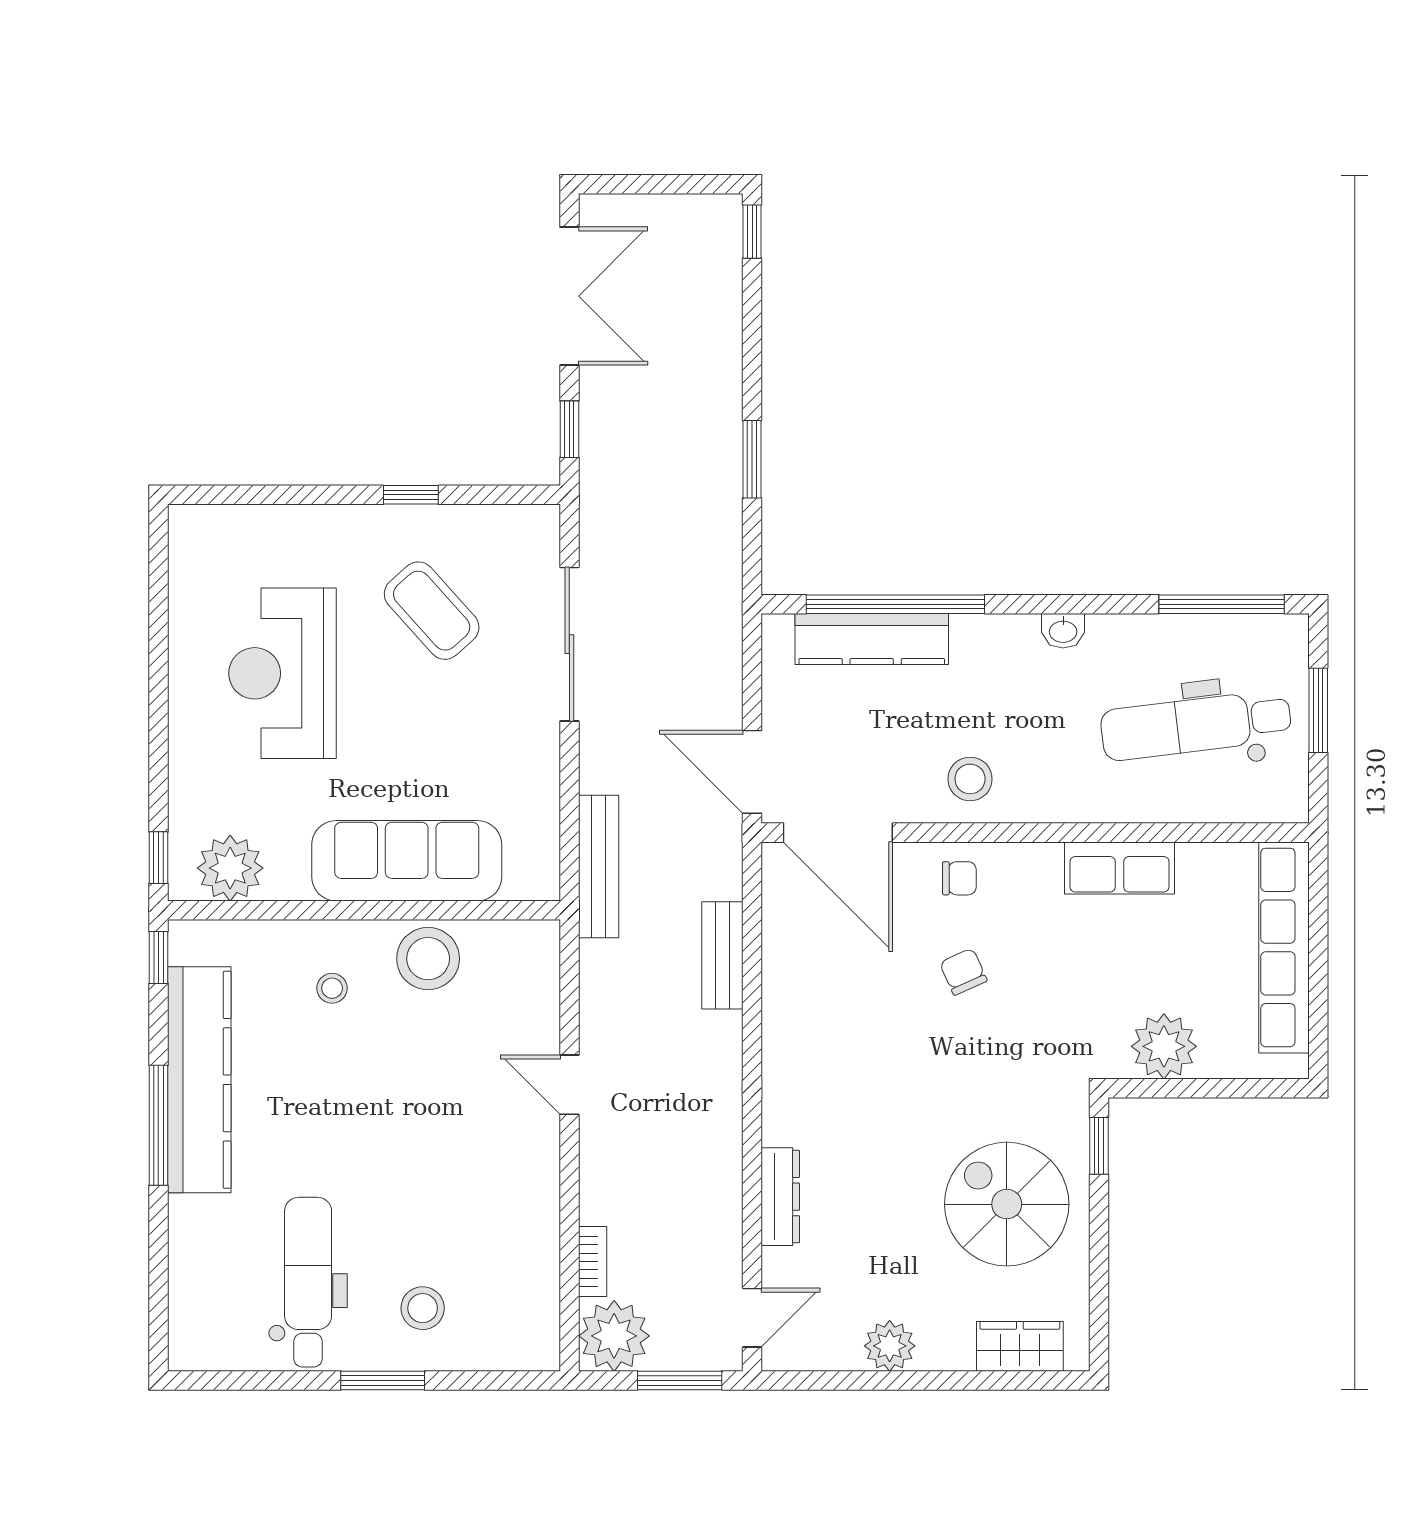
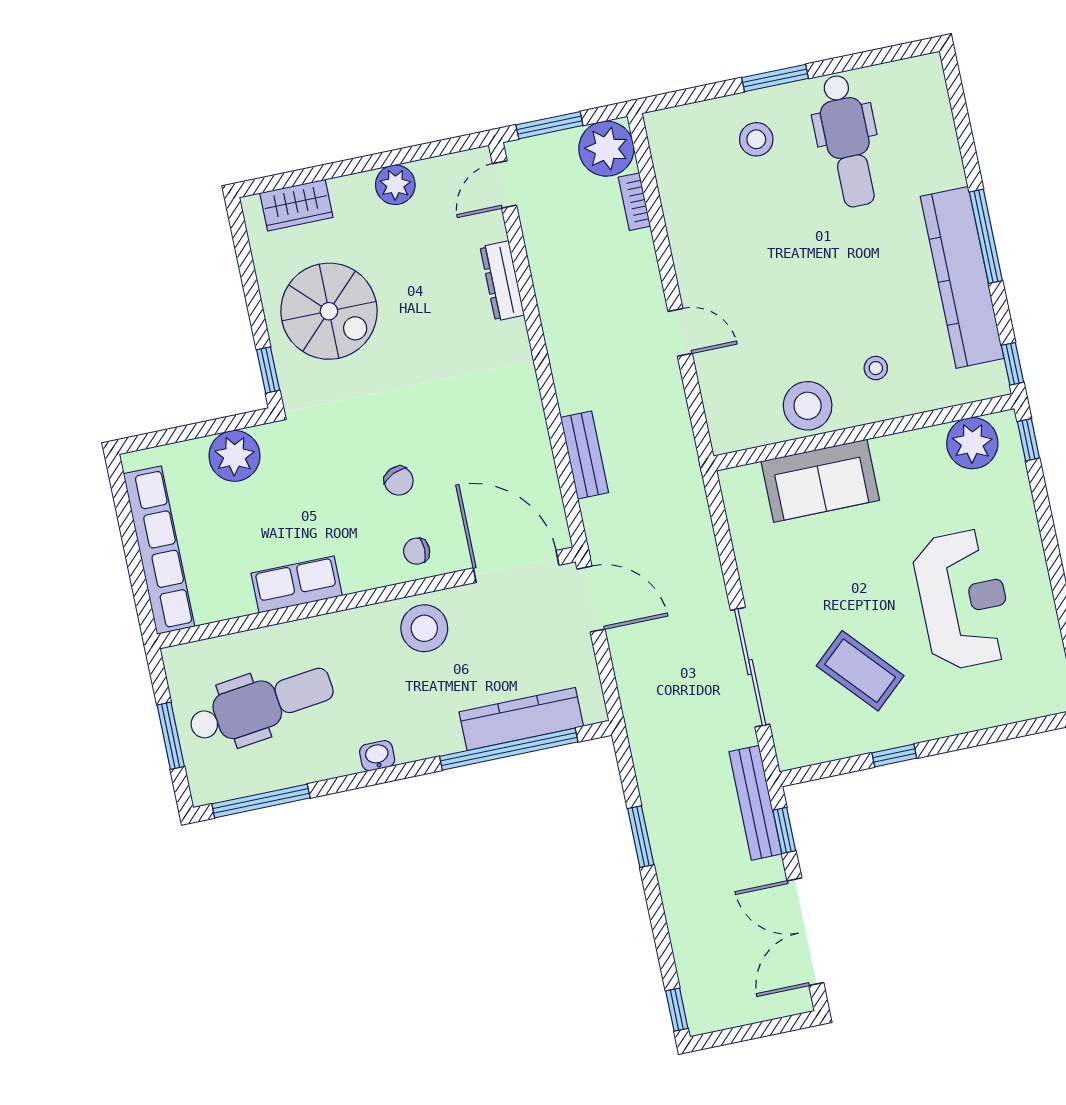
stool: (970, 779) -> (424, 628), width x1.38, depth x1.38
sofa: (407, 861) -> (820, 481), width x0.73
bench: (599, 866) -> (755, 803), moved

